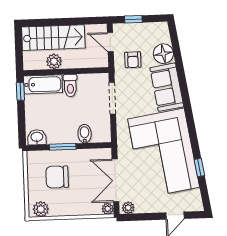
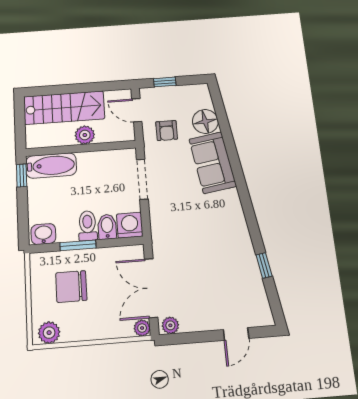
plant: (54, 61) -> (85, 135), moved
toilet: (70, 86) -> (88, 226), moved, turned 180
washing machine: (101, 133) -> (130, 225), added
corner sofa: (164, 153) -> (214, 248), removed

